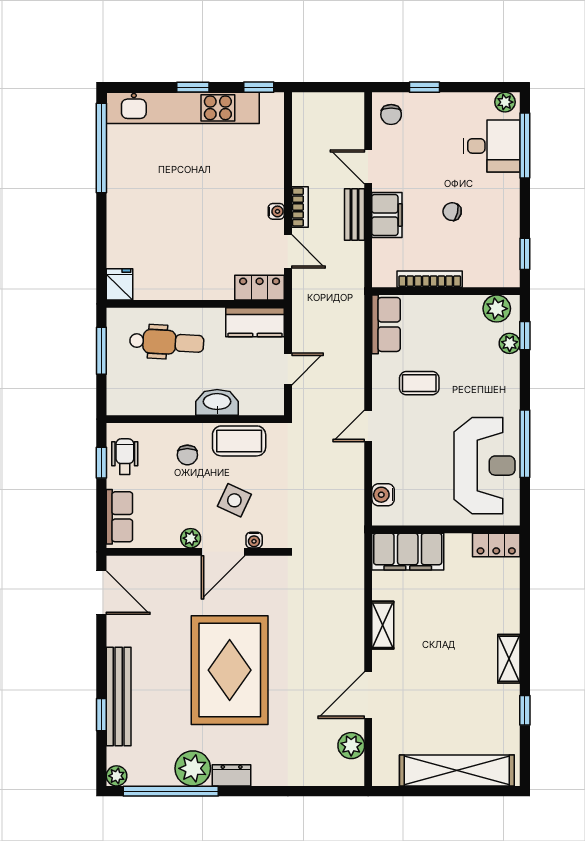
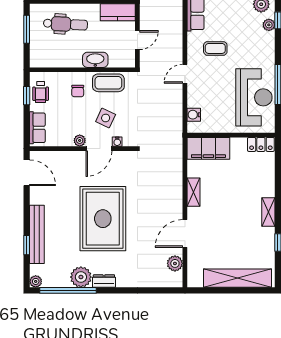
wheelchair: (125, 457) -> (41, 92), turned 180

